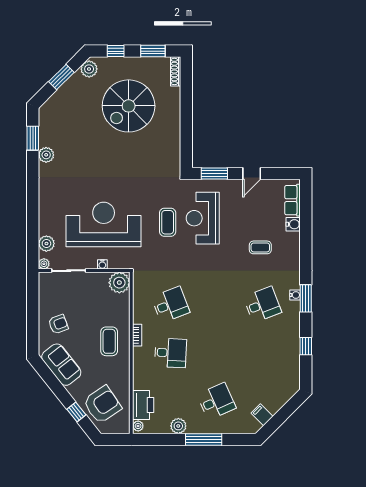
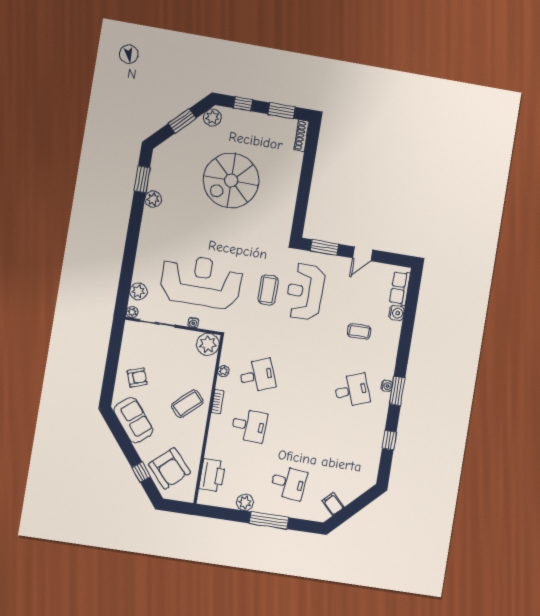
spiral stairs: (129, 106) -> (231, 180), moved
coffee table: (109, 341) -> (187, 404), turned 48
desk: (216, 401) -> (289, 483), turned 30
armchair: (102, 405) -> (169, 468), turned 82
plant: (138, 426) -> (223, 371), moved

